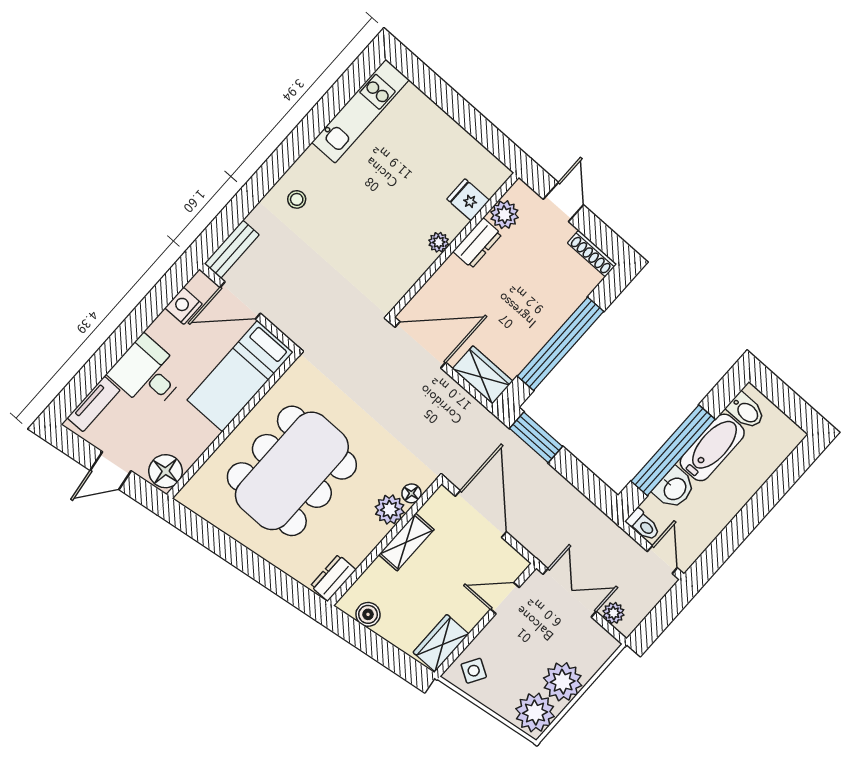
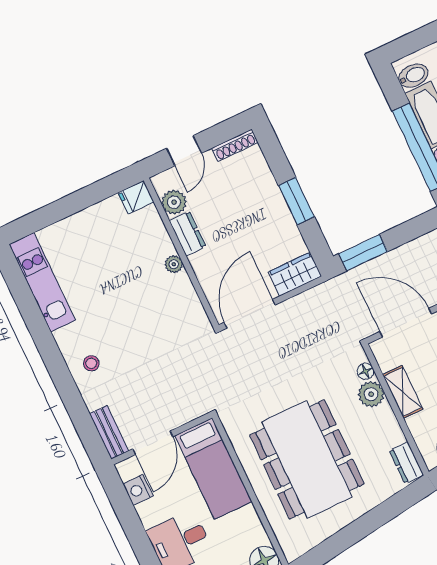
fridge: (468, 200) -> (136, 197), moved
door: (563, 202) -> (184, 151), swing flipped
window: (561, 344) -> (296, 201), width x0.47

